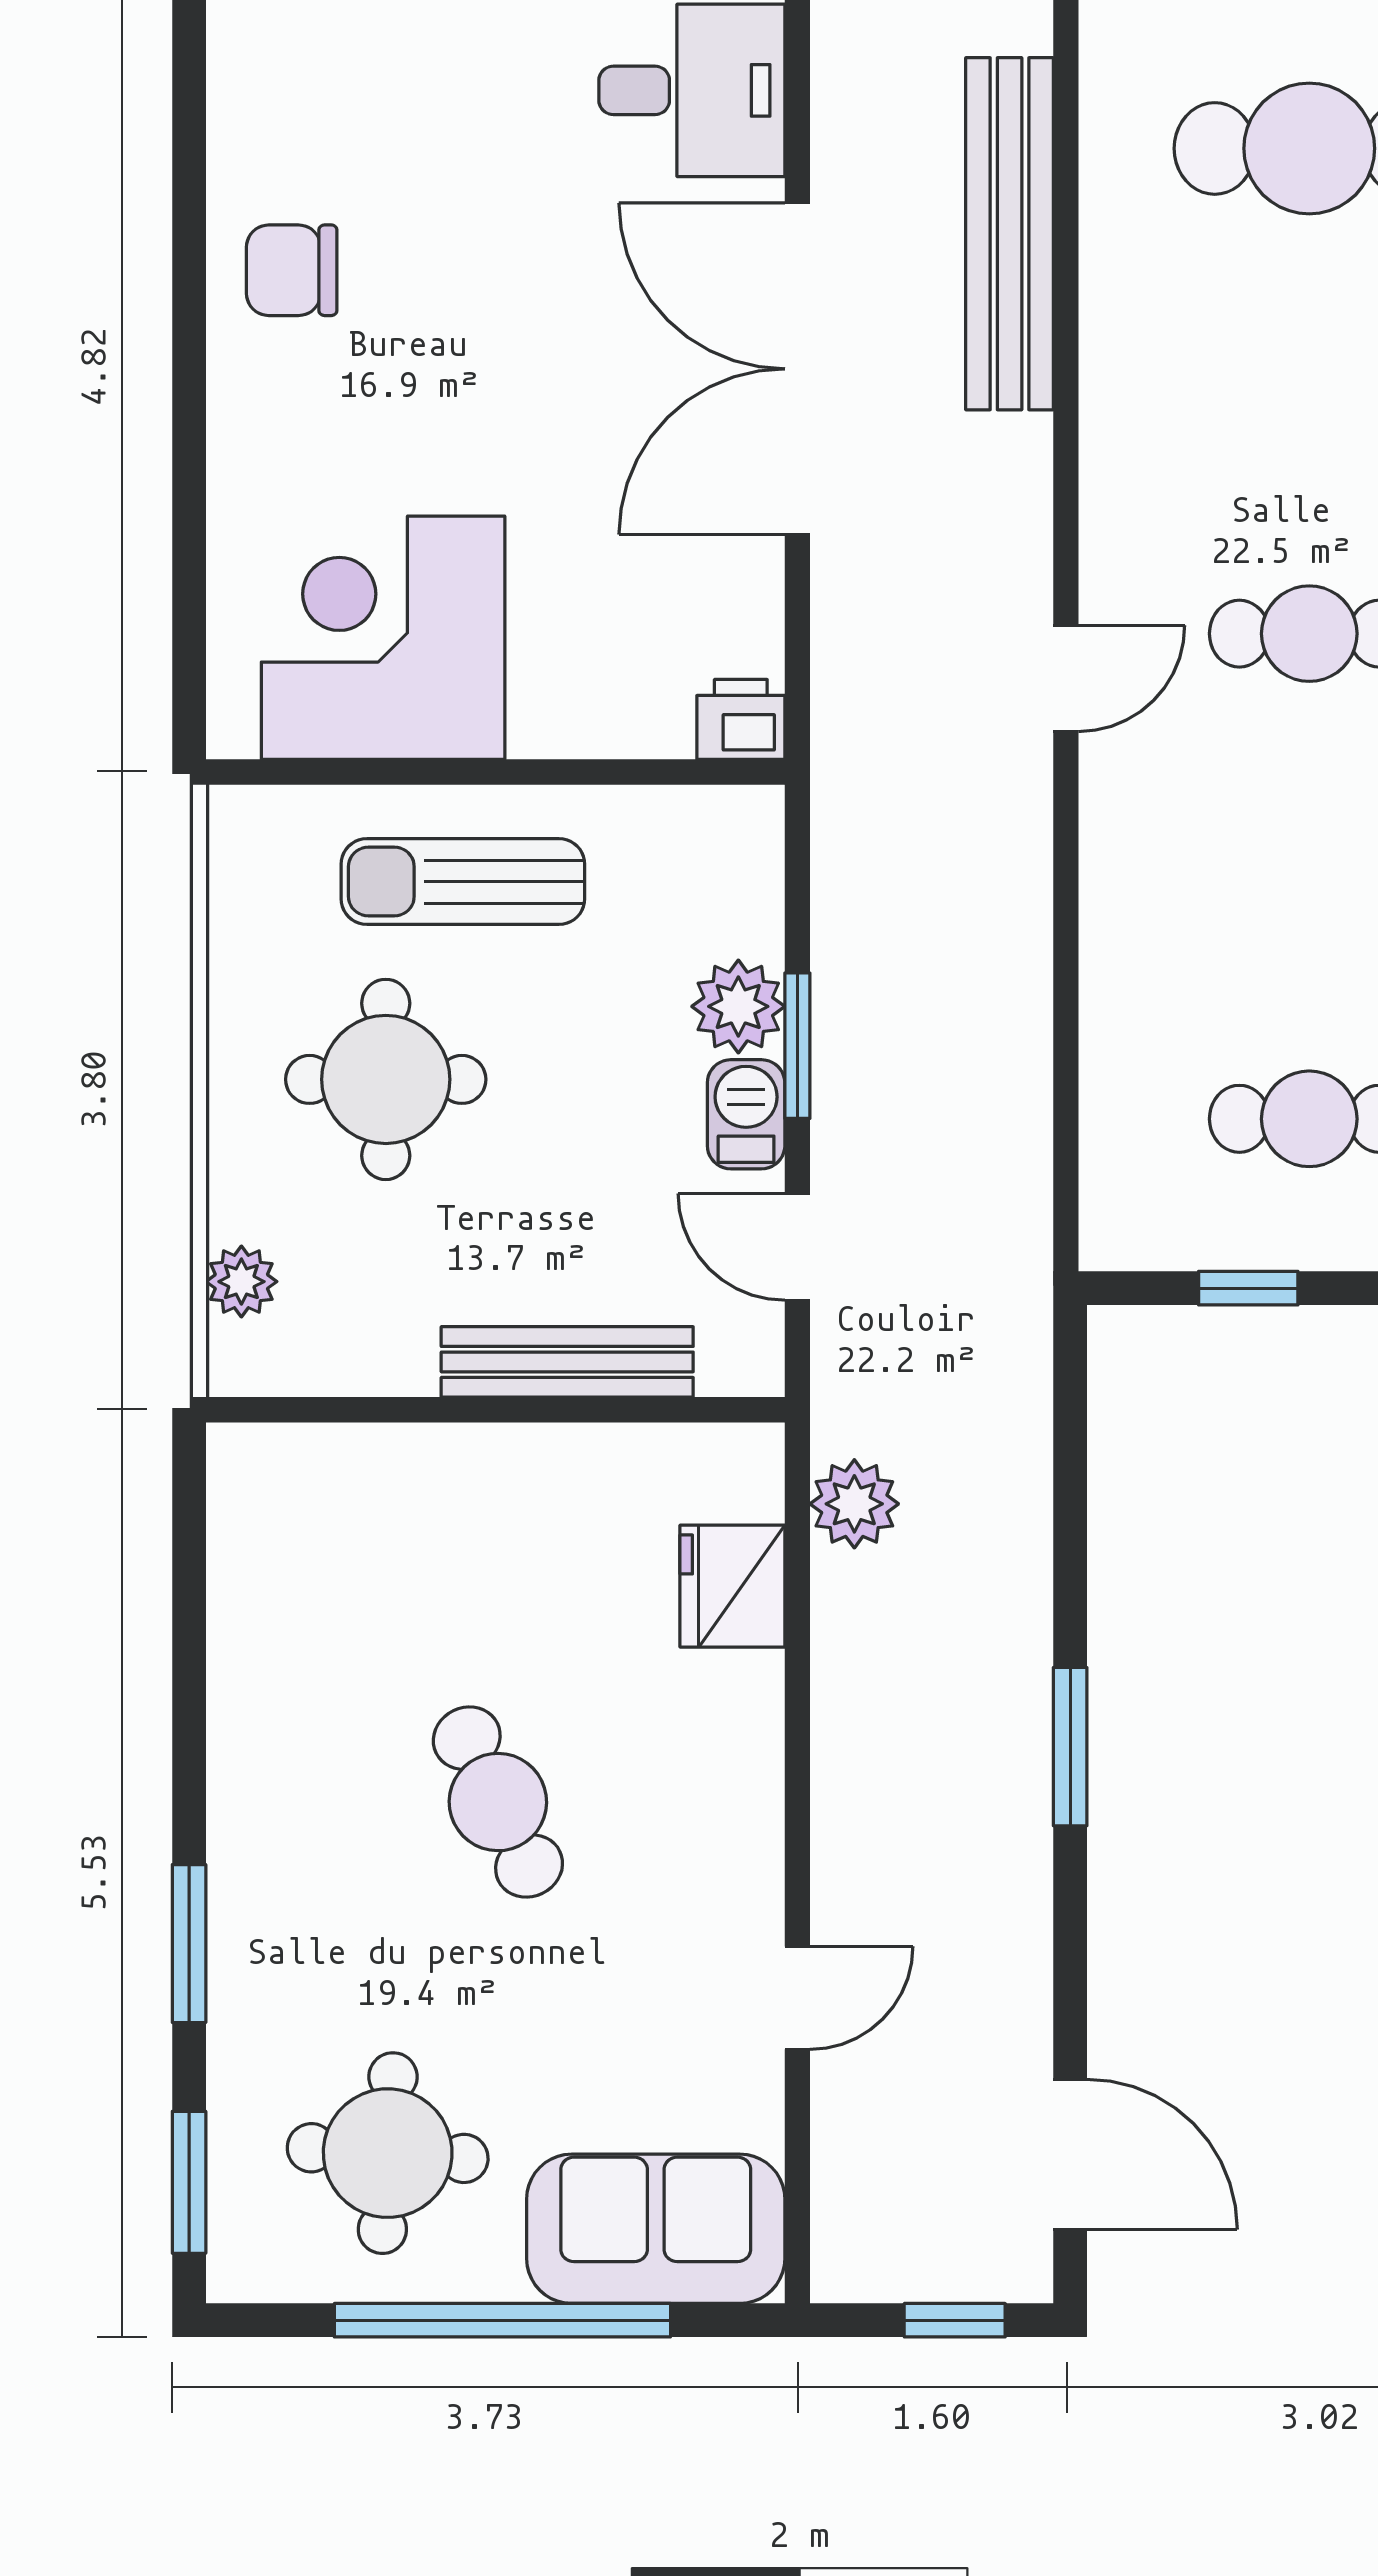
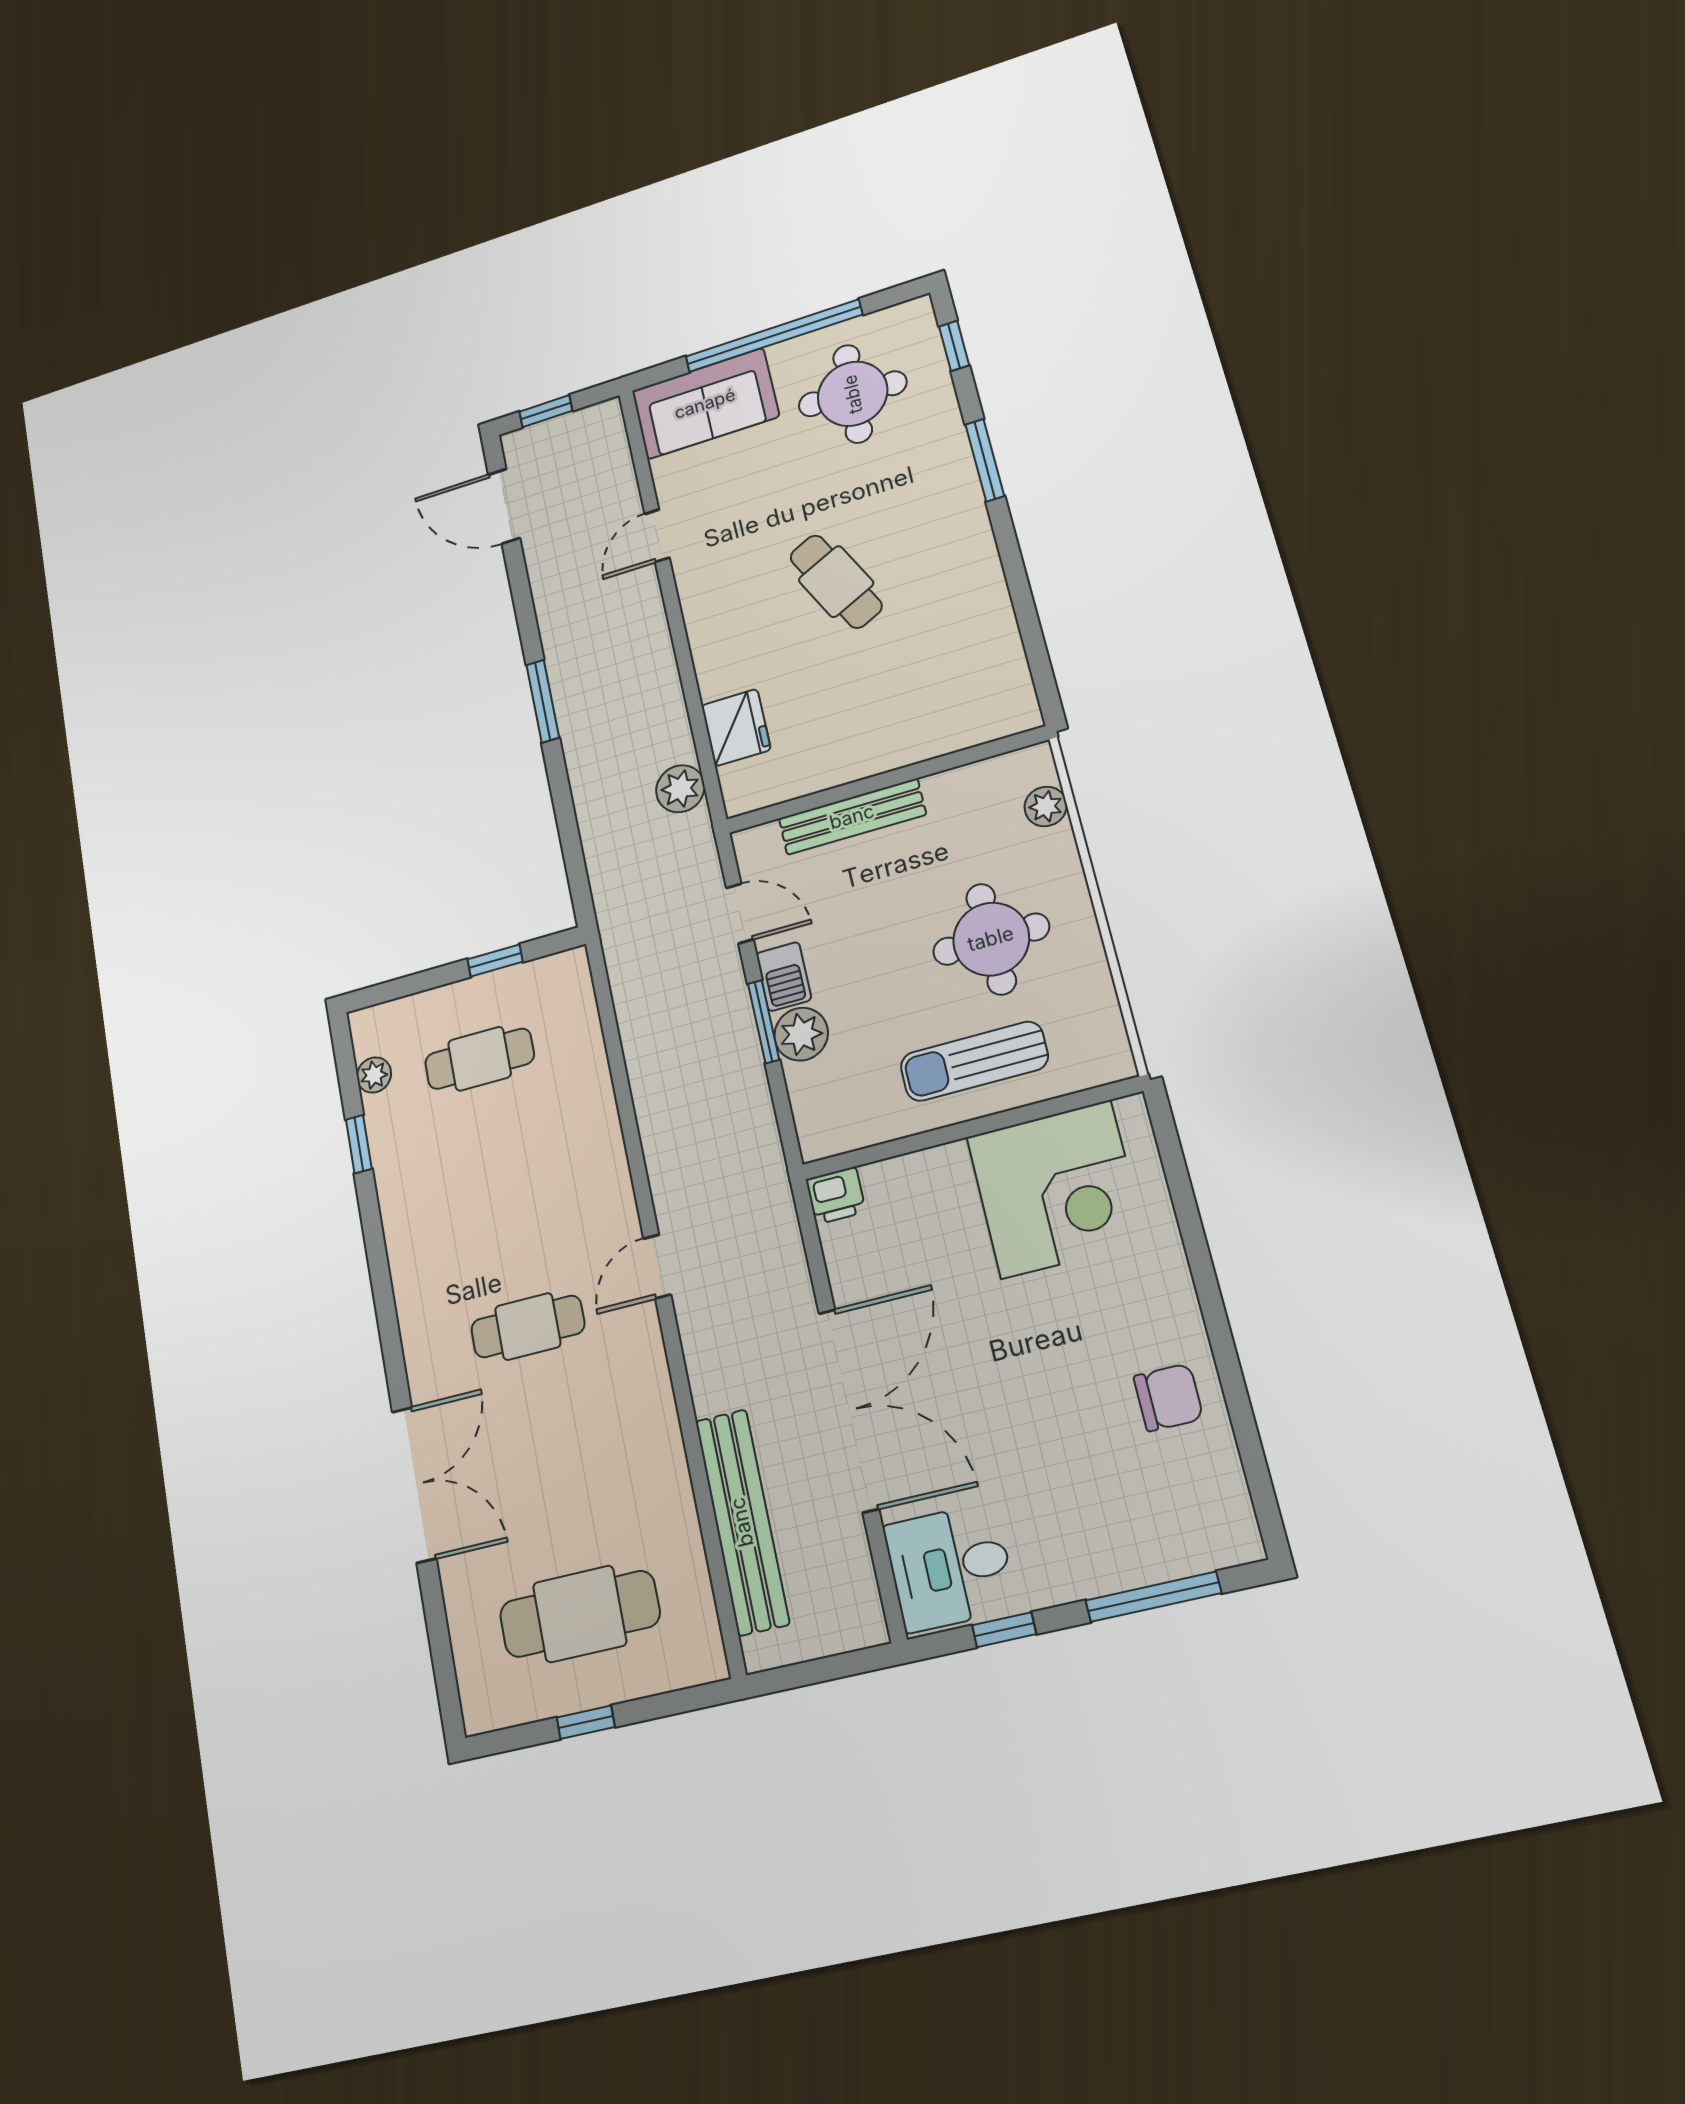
sun lounger: (463, 882) -> (974, 1061), turned 180
window: (189, 2182) -> (954, 346), width x0.67

